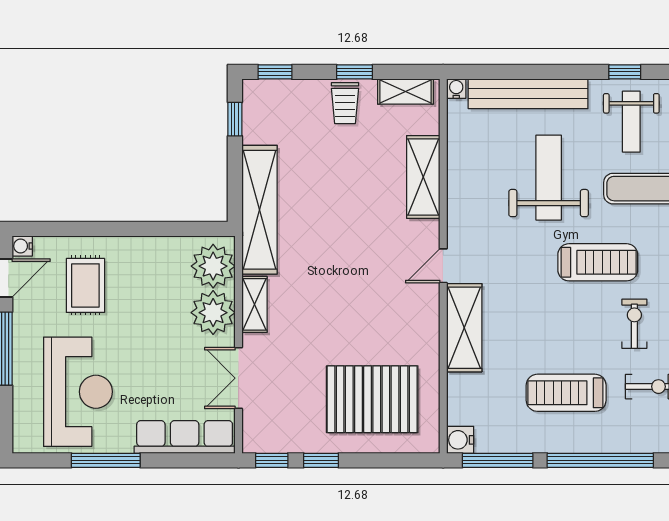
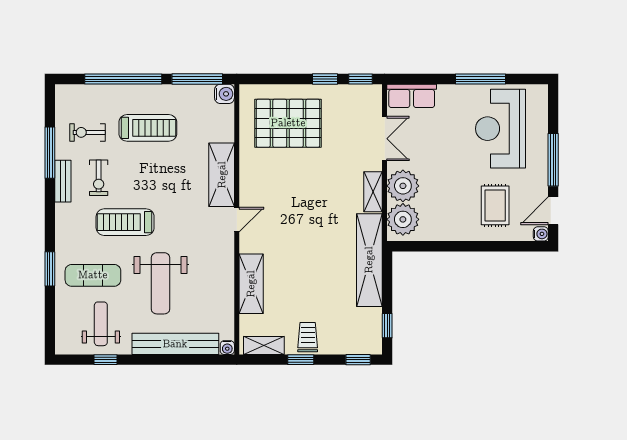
row of seats: (185, 437) -> (412, 96), width x0.68

